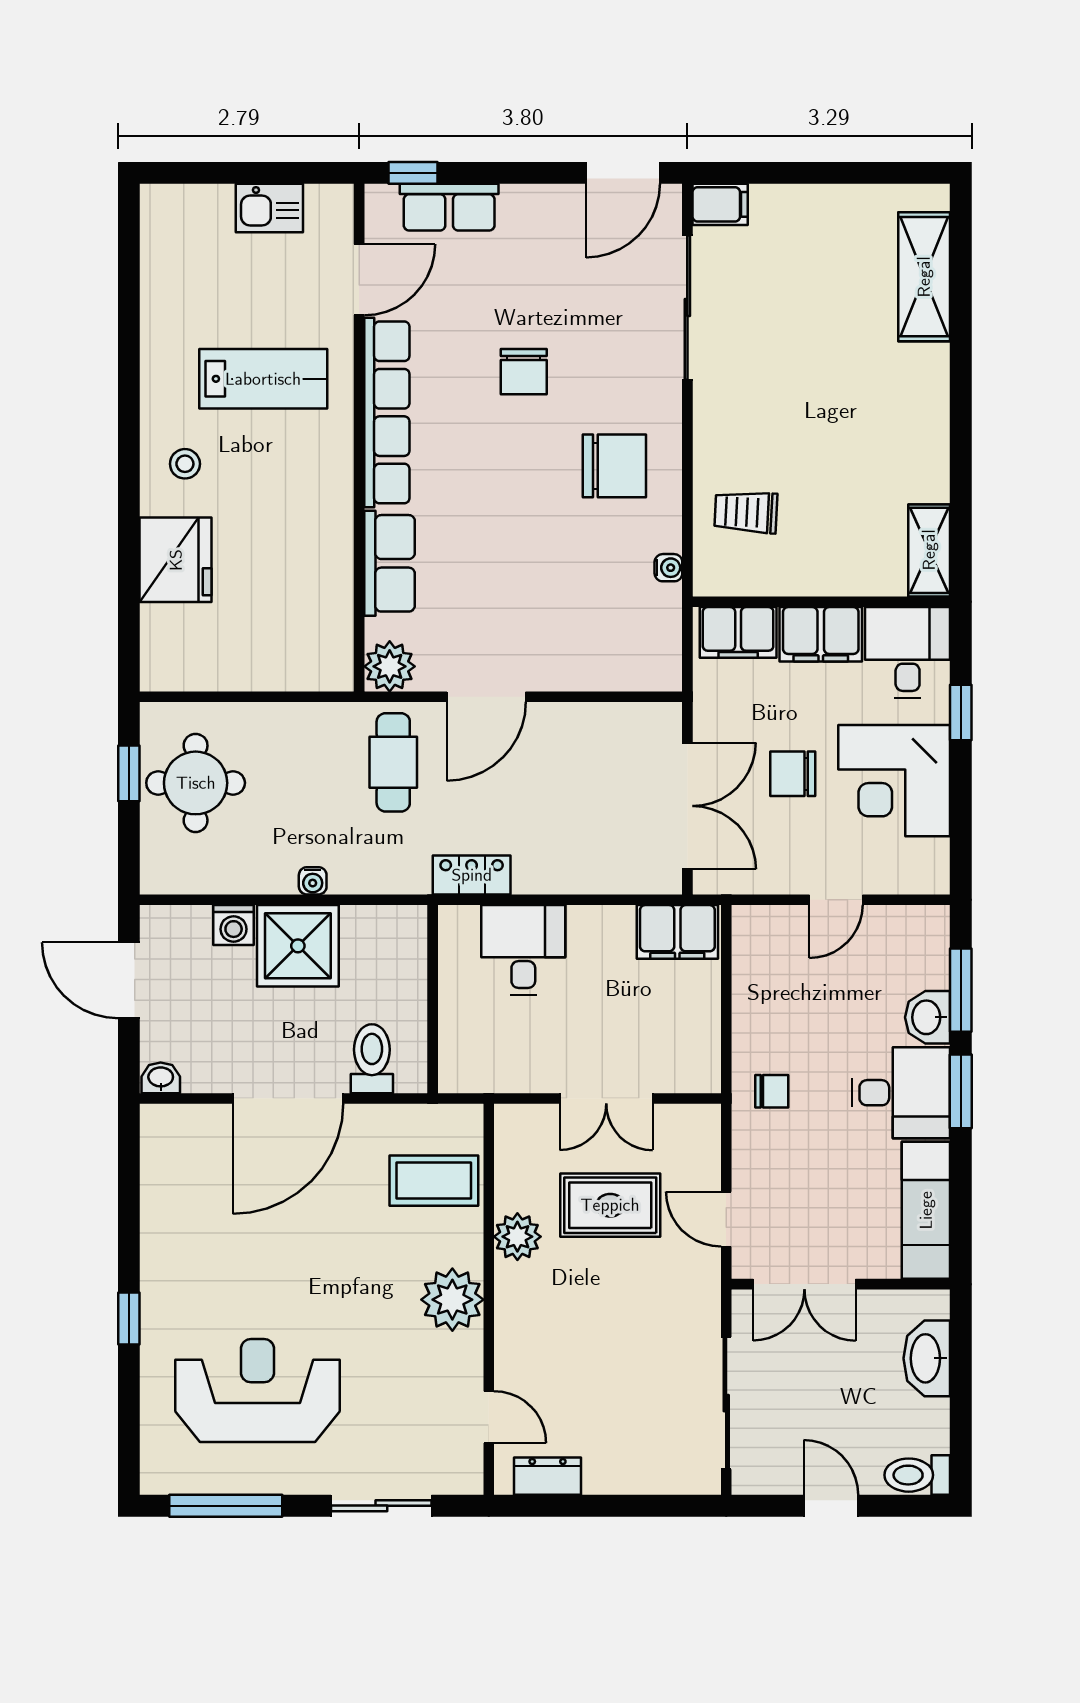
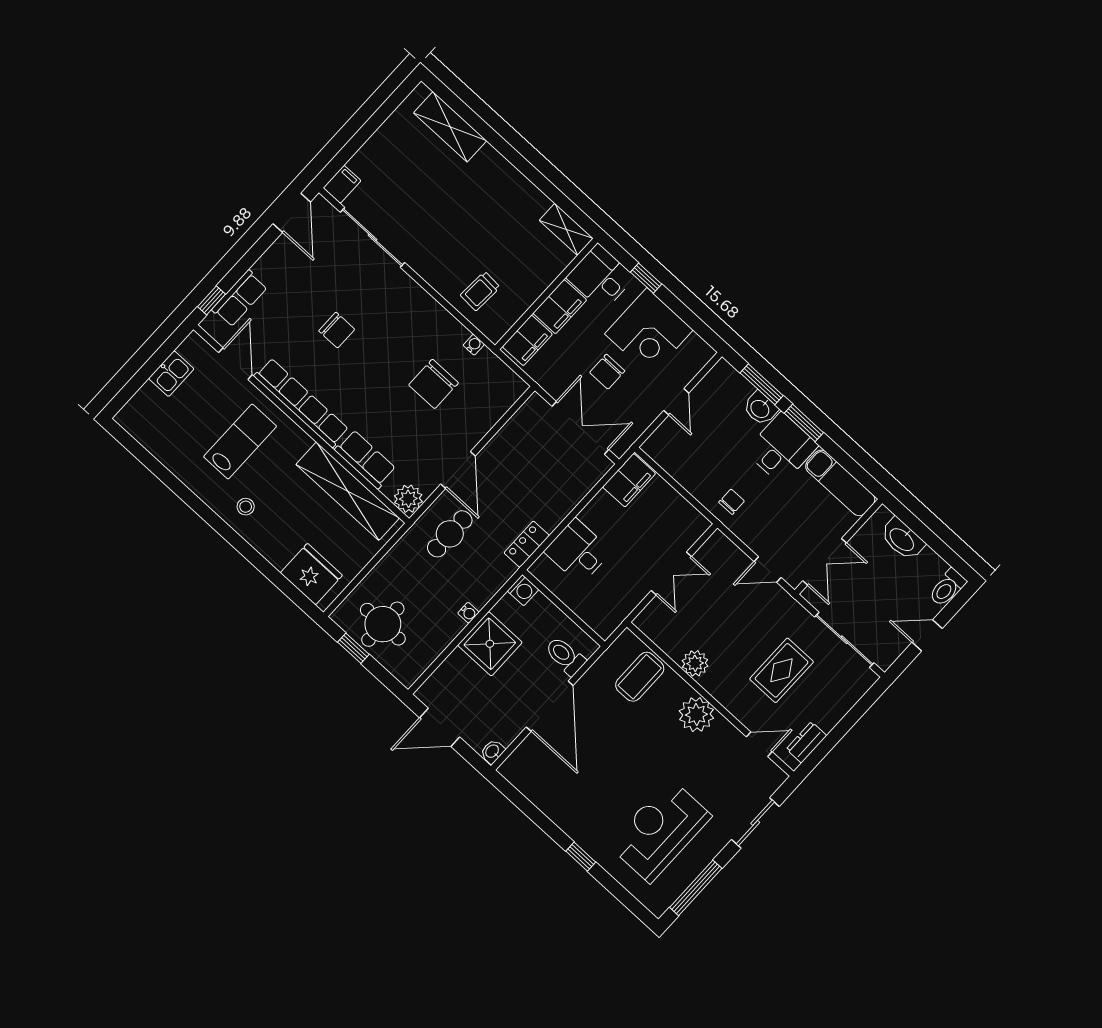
chair: (614, 466) -> (434, 384), moved, turned 180
fridge: (176, 560) -> (311, 574), moved
shelving: (327, 578) -> (348, 491), added
cafe table: (393, 762) -> (450, 534), turned 90
washing machine: (234, 925) -> (523, 590), moved
rug: (610, 1205) -> (782, 670), moved

